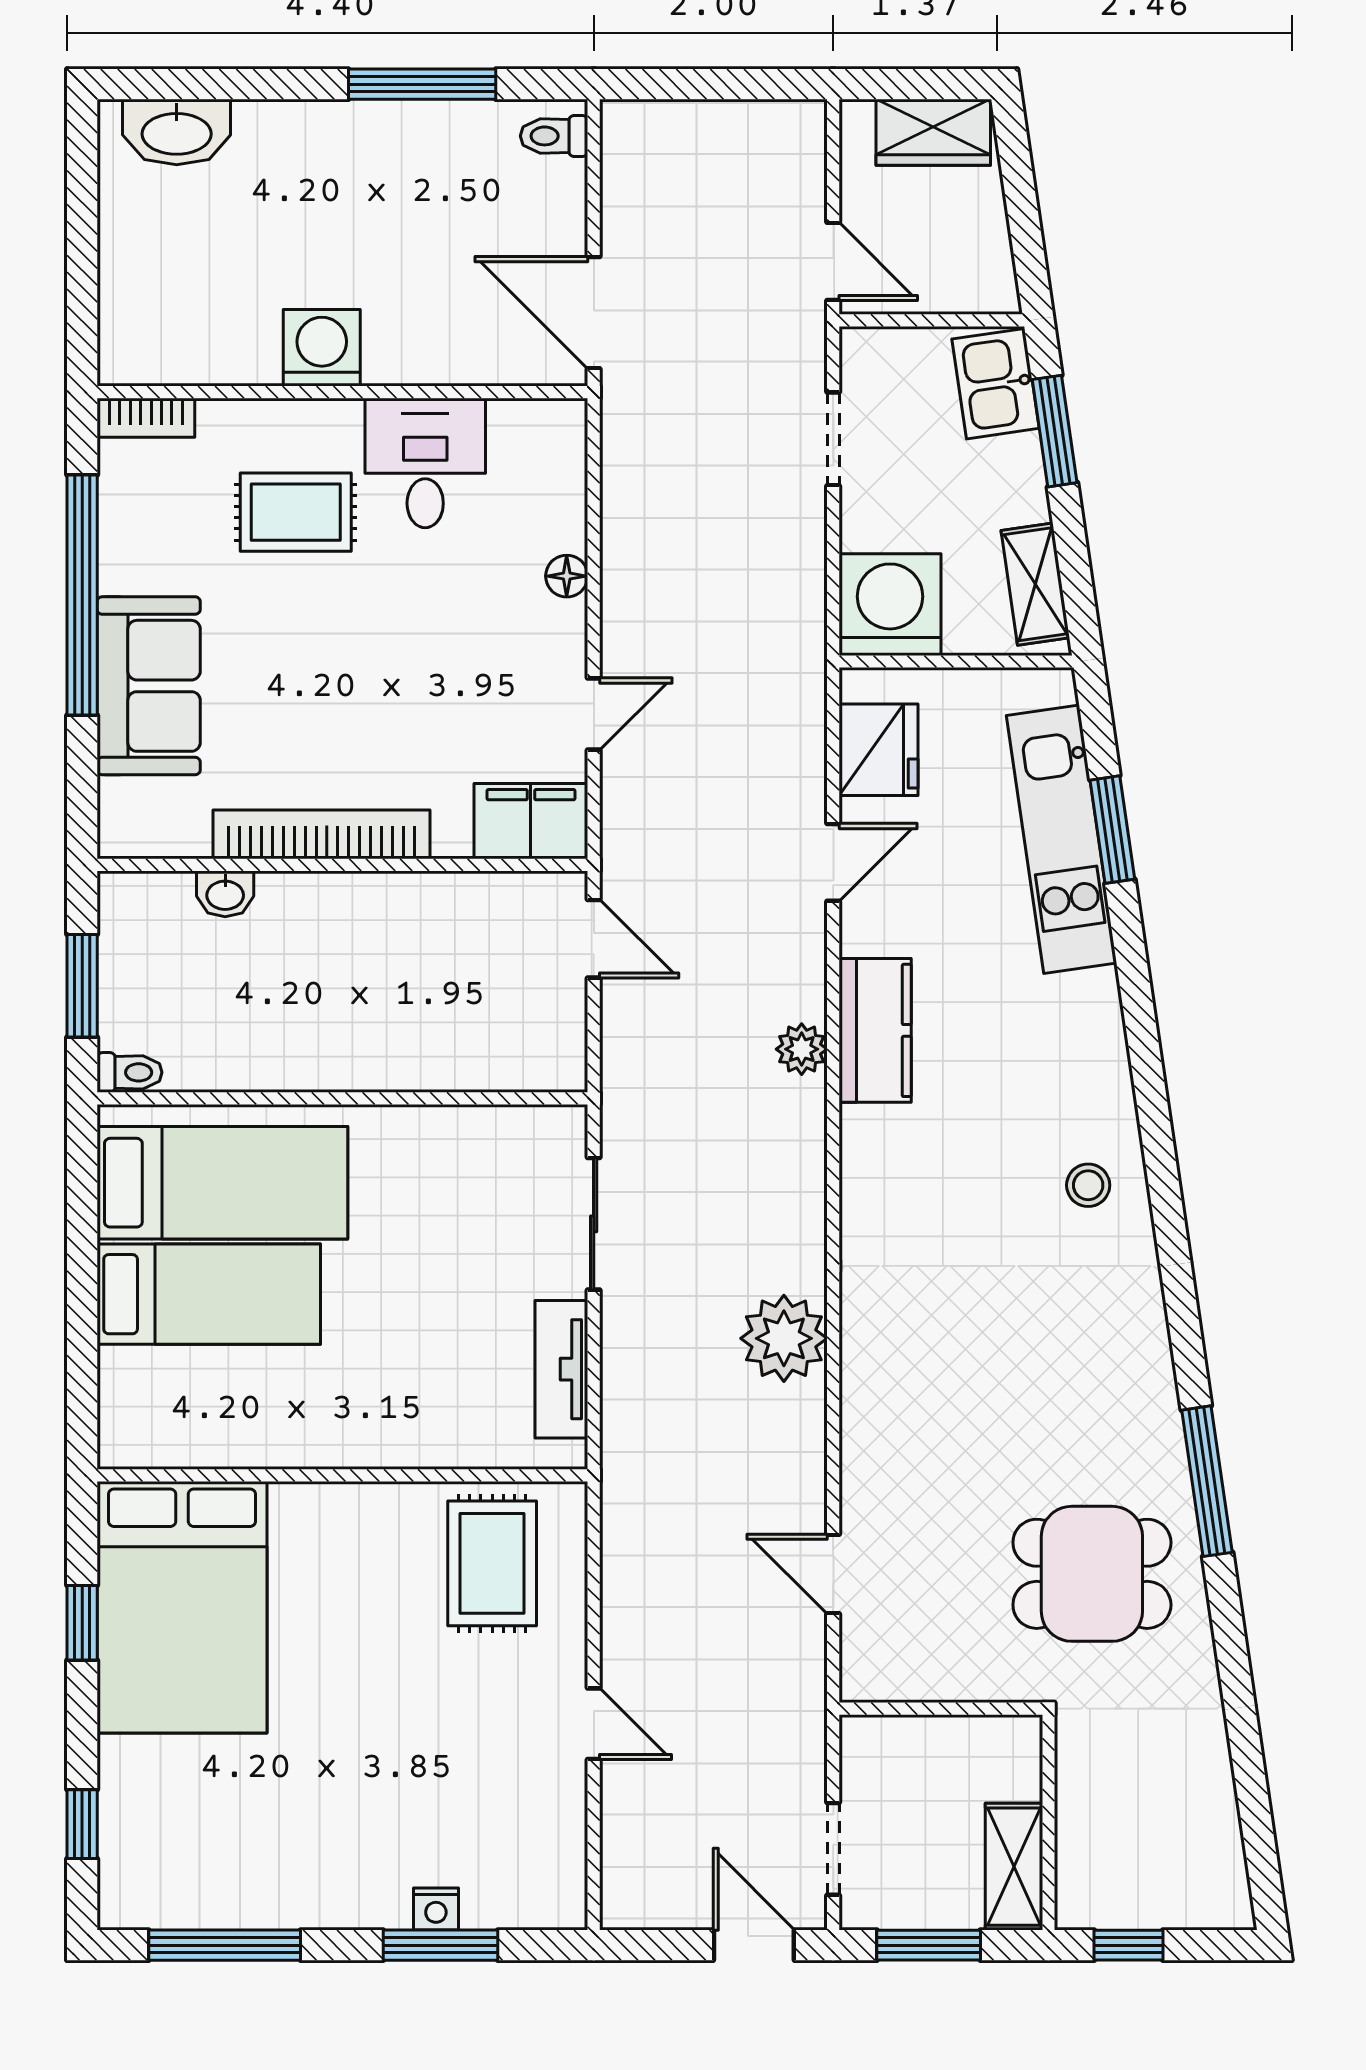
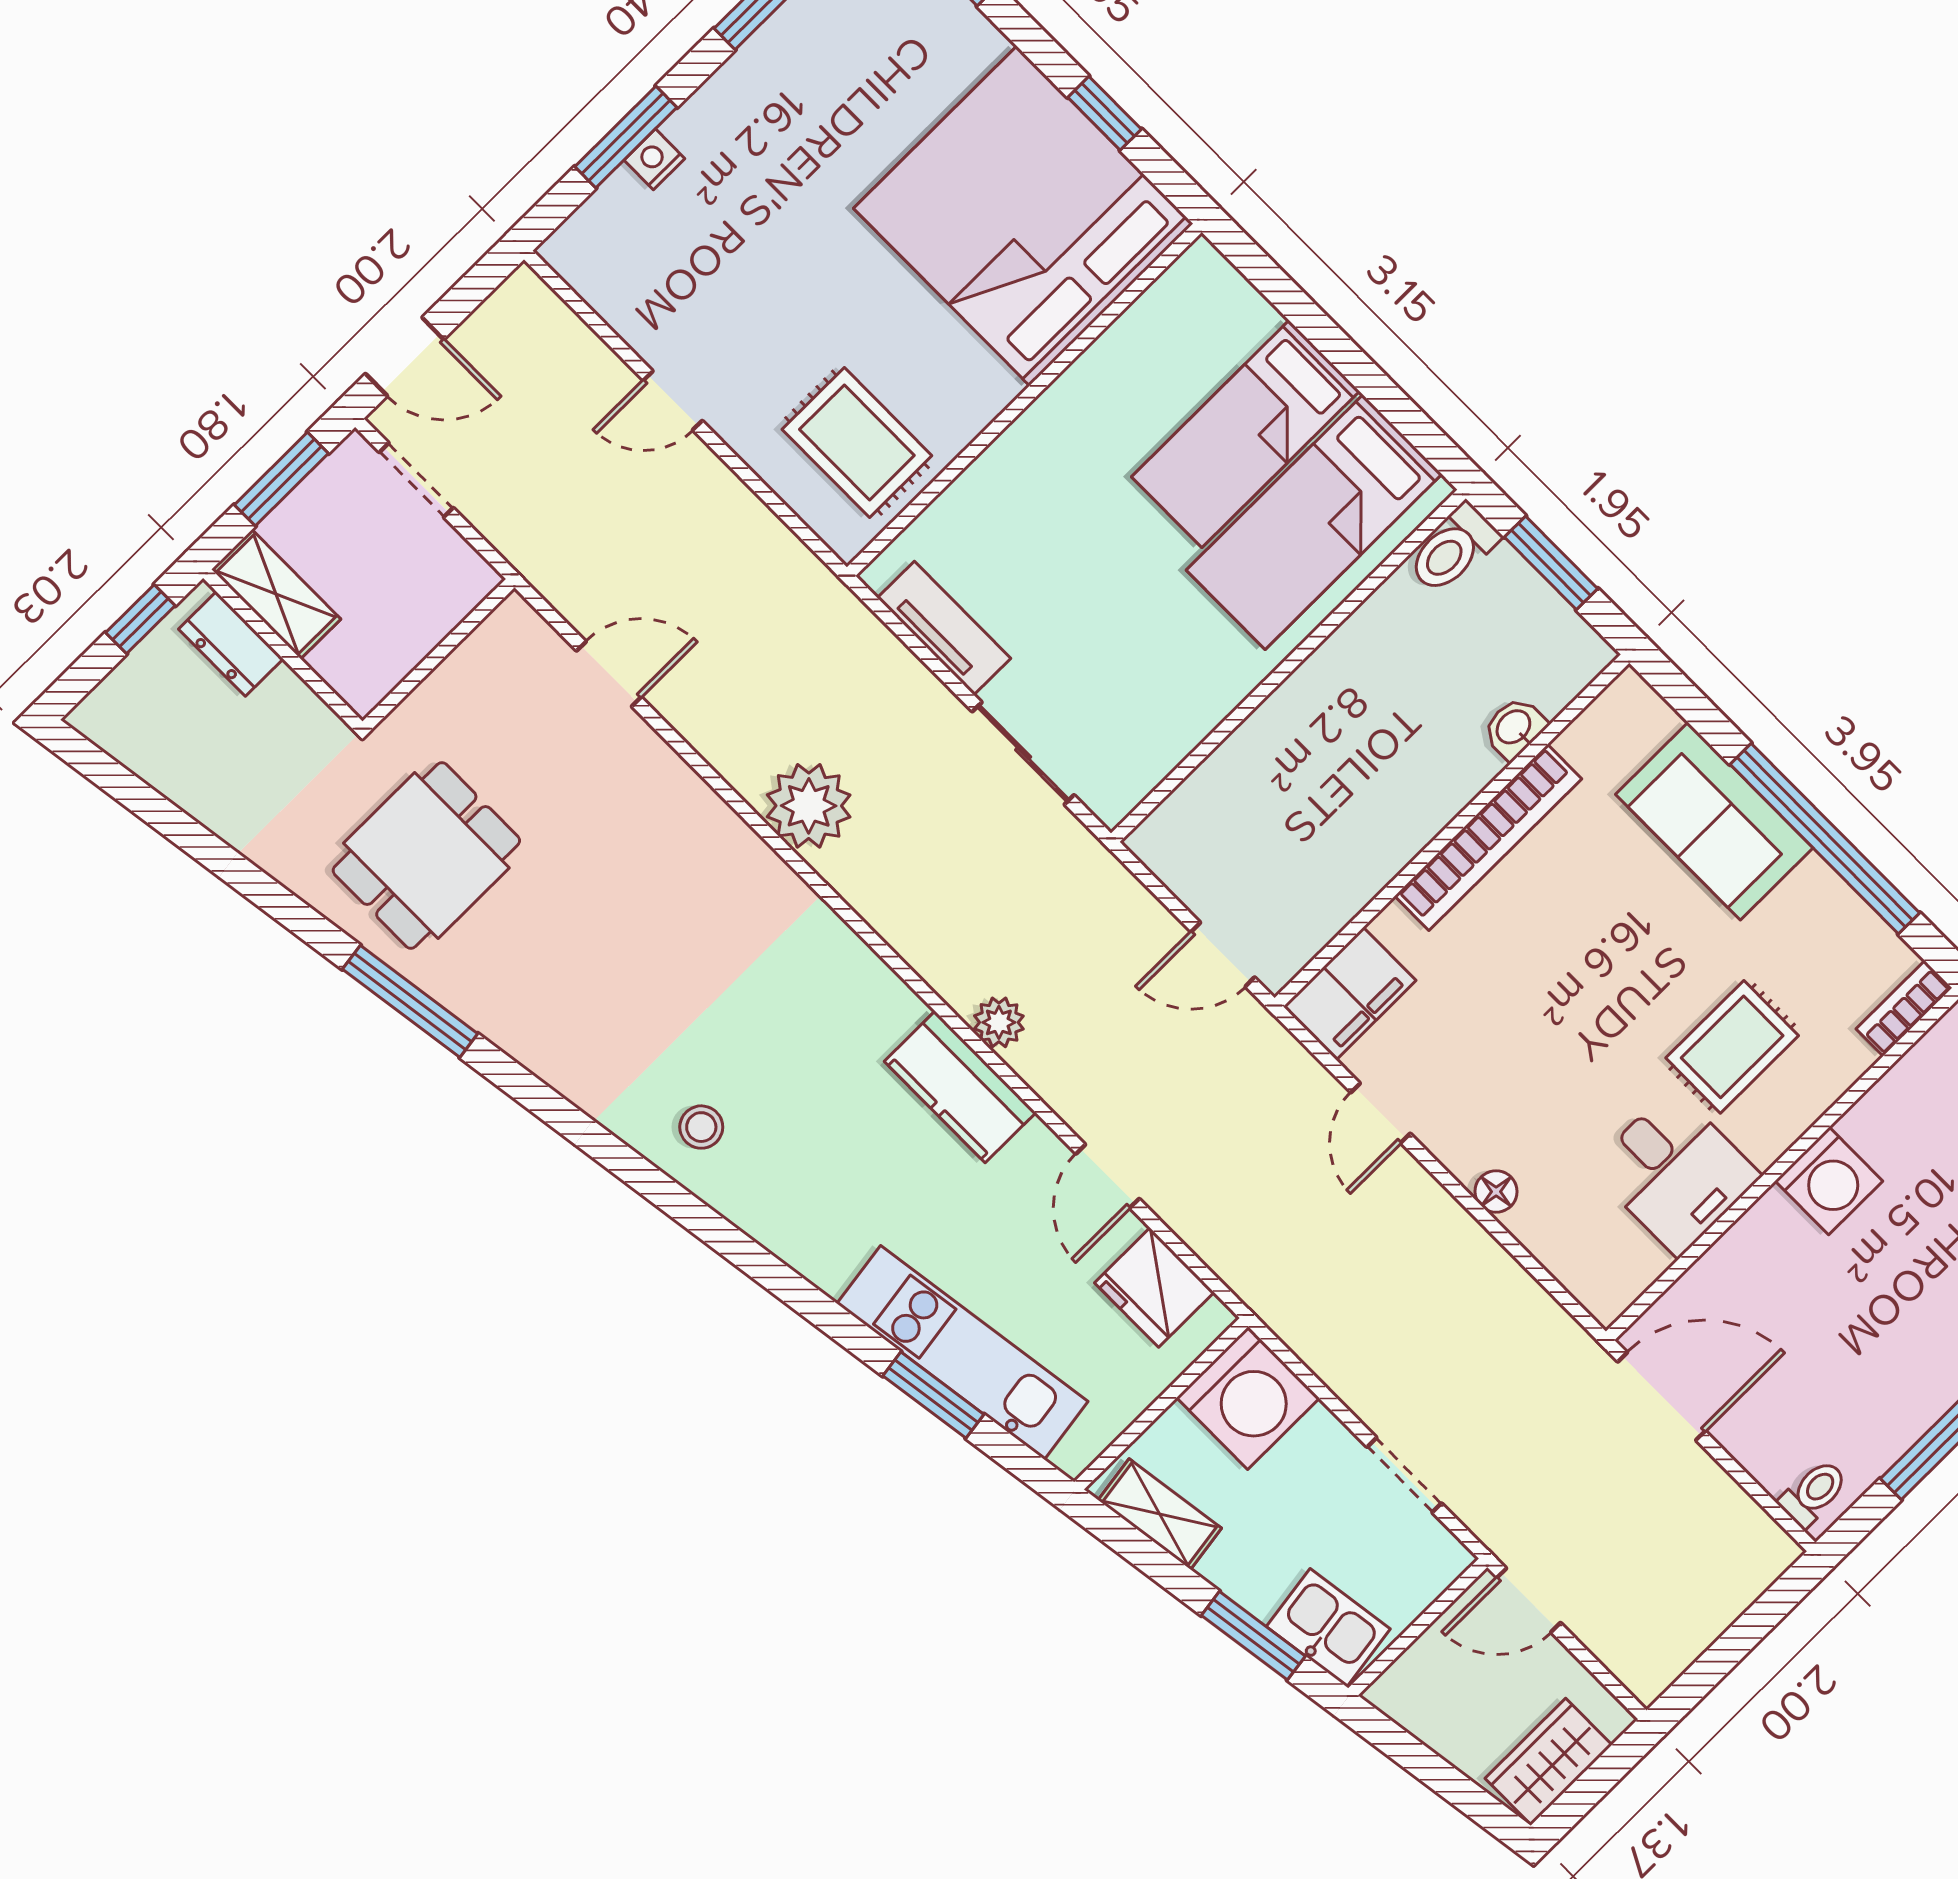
toilet: (130, 1072) -> (1453, 549), width x1.37, depth x1.39
bed: (182, 1607) -> (1023, 216), width x1.36
dresser: (1081, 1863) -> (231, 644), added

